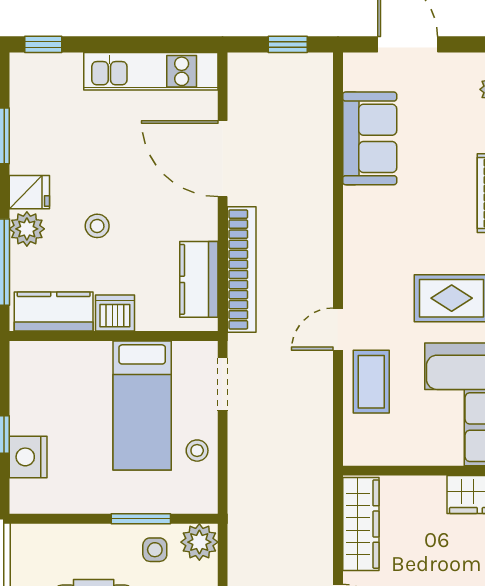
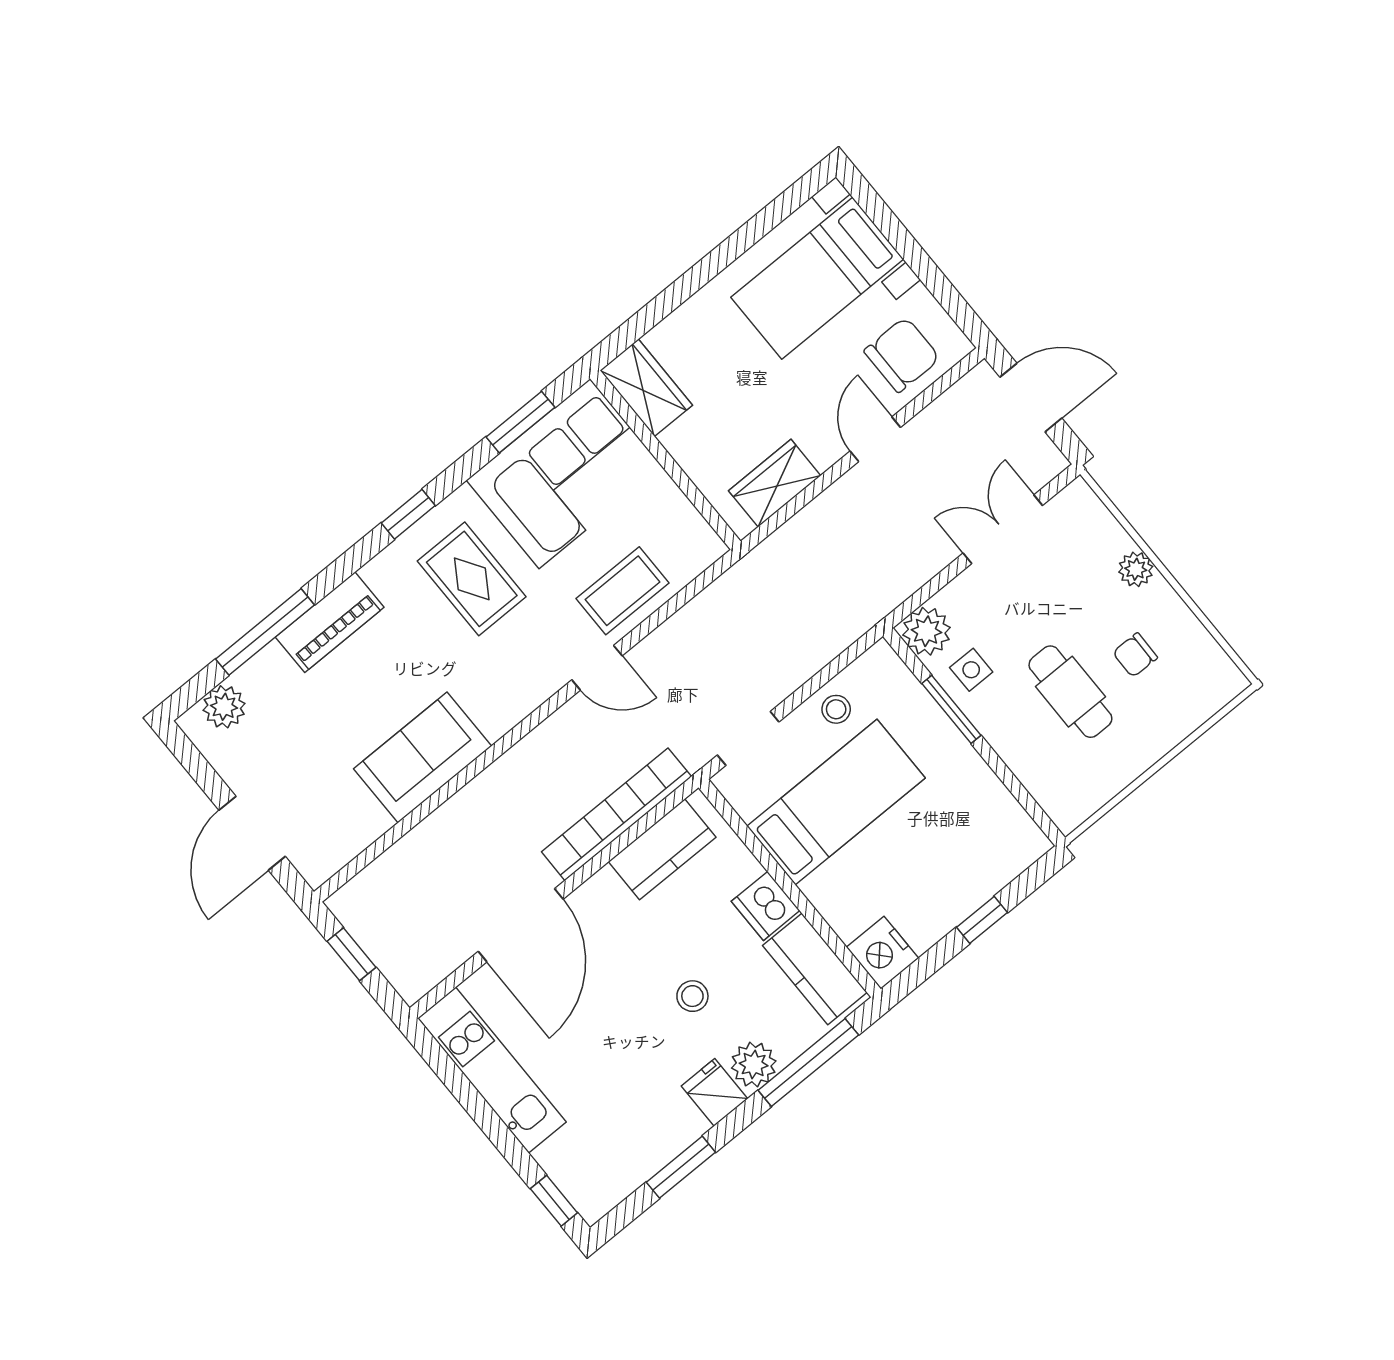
sofa: (370, 138) -> (423, 757), moved
nightstand: (28, 457) -> (883, 953), moved, turned 90
wardrobe: (361, 524) -> (775, 483), width x0.67

